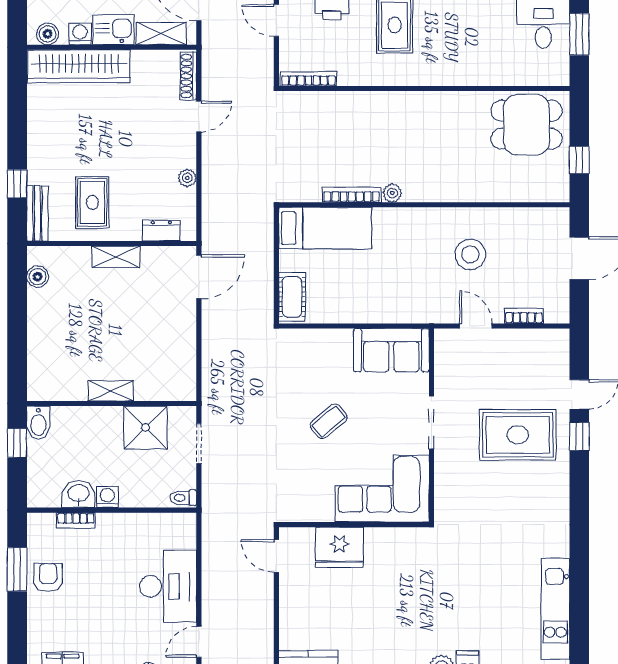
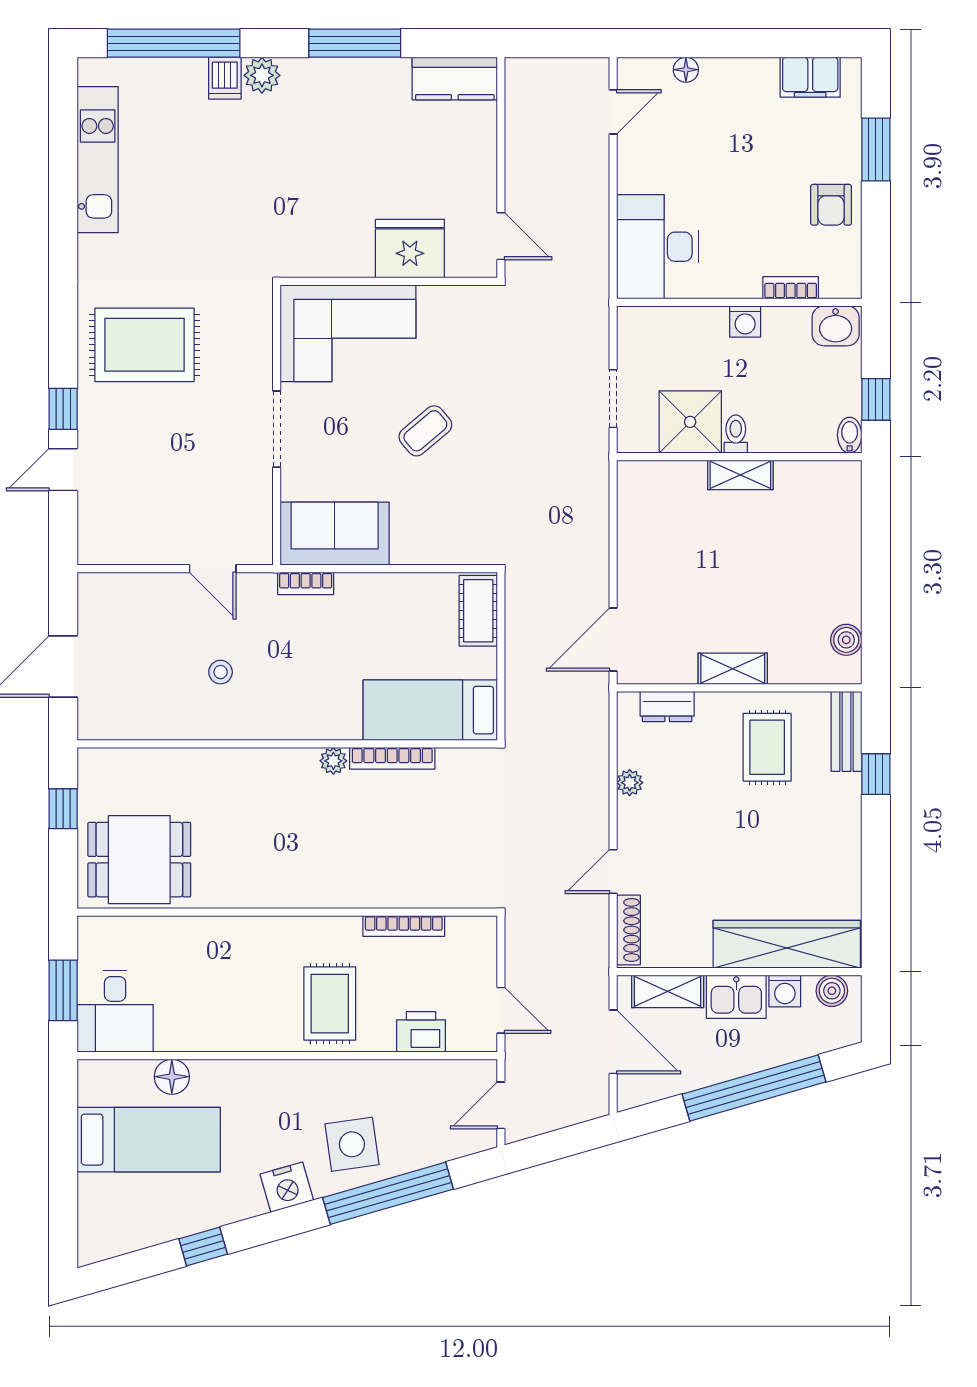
bookcase: (308, 79) -> (404, 926), moved
stool: (470, 254) -> (221, 672), width x0.53, depth x0.53
bookcase: (524, 316) -> (306, 583), moved
bidet: (38, 423) -> (850, 435), width x0.72, depth x0.74
rug: (518, 435) -> (144, 345), moved
washbasin: (78, 494) -> (836, 326), moved
toilet: (183, 498) -> (736, 434), moved, turned -90
window: (17, 569) -> (876, 149), moved
desk: (168, 586) -> (658, 247), moved

